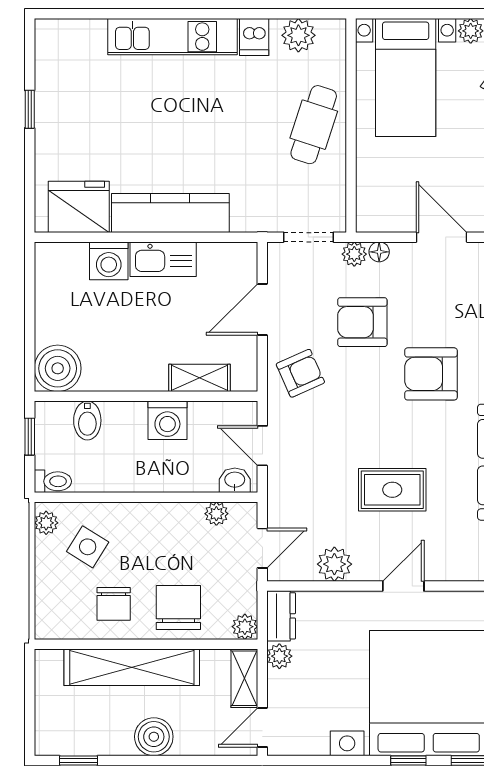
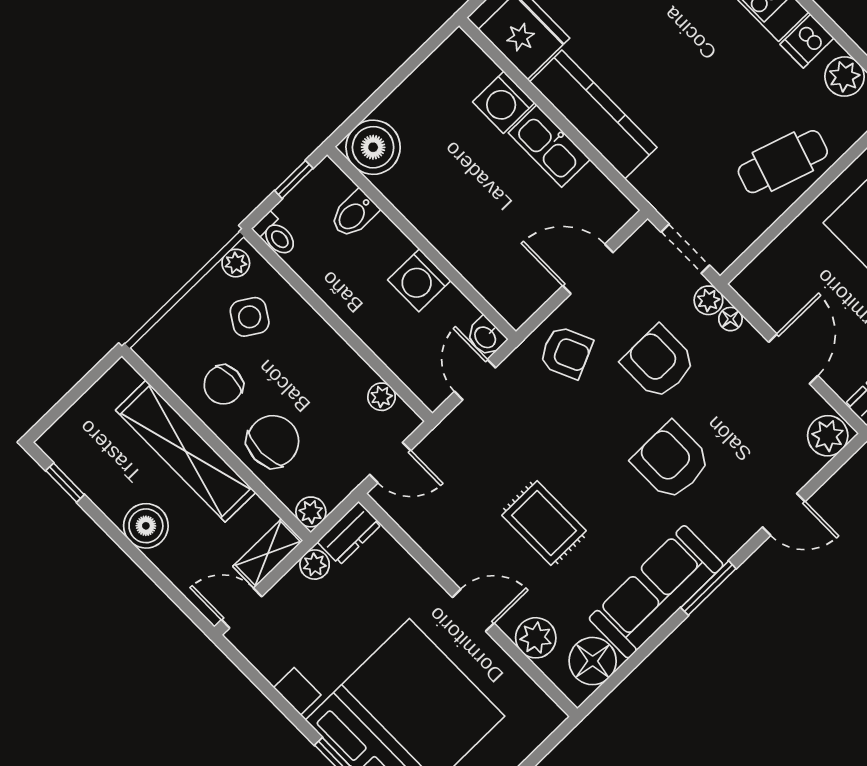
shelving: (199, 378) -> (480, 273), removed
washbasin: (235, 480) -> (486, 337), moved, turned 180
plant: (334, 564) -> (536, 638), moved

